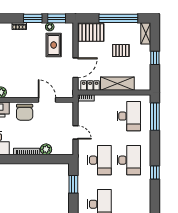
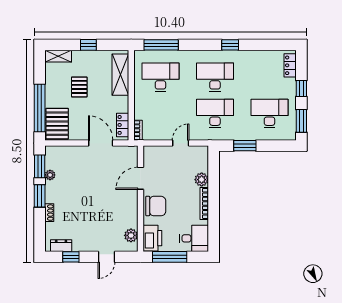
window: (118, 18) -> (40, 108), moved
rug: (54, 45) -> (72, 170), removed
shelving: (117, 84) -> (120, 75), moved

